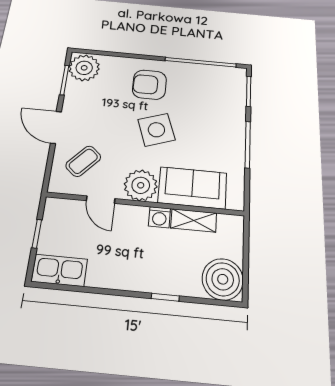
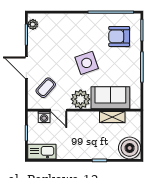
plant: (84, 68) -> (33, 24), width x0.53, depth x0.53
armchair: (149, 85) -> (119, 36), moved
washing machine: (159, 217) -> (44, 117), moved

